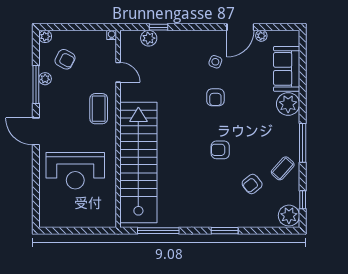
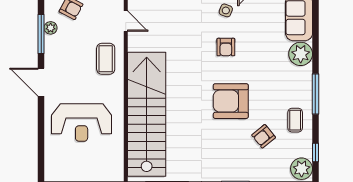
armchair: (220, 150) -> (231, 101), width x1.88, depth x1.88
coffee table: (283, 168) -> (295, 120), turned -42

